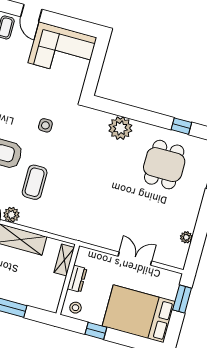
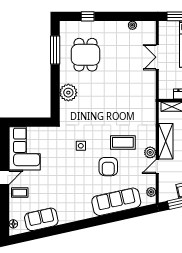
window: (181, 126) -> (55, 50), width x2.17
dining table: (164, 165) -> (86, 55), turned 90

